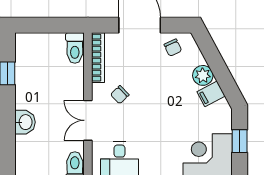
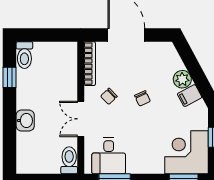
toilet: (75, 48) -> (24, 55), moved
chair: (173, 48) -> (142, 98), moved

